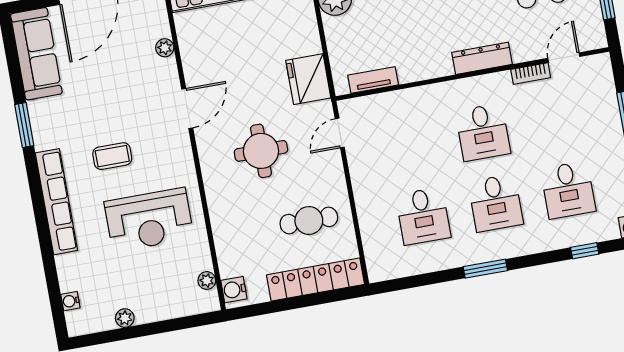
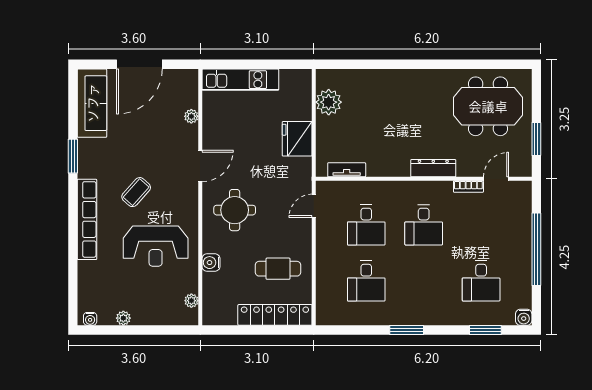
fridge: (308, 79) -> (297, 139), moved
round table: (261, 151) -> (235, 210), moved
coffee table: (112, 156) -> (136, 192), turned -48
desk: (496, 203) -> (366, 225), moved
window: (585, 251) -> (485, 330), width x1.50
water cooler: (234, 290) -> (211, 263), moved
water cooler: (70, 301) -> (90, 319), moved, turned -90

